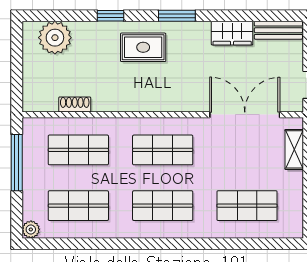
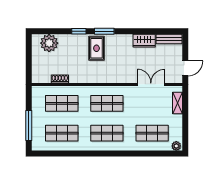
window: (177, 16) -> (104, 31), moved
rug: (143, 47) -> (96, 48), turned 90
double door: (245, 115) -> (151, 84), width x0.73
window: (17, 163) -> (29, 126), moved
plant: (31, 229) -> (176, 146), moved

